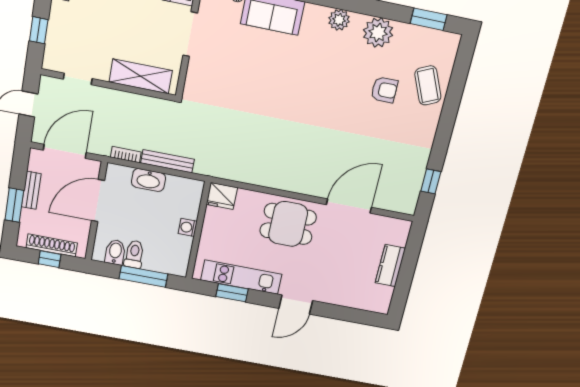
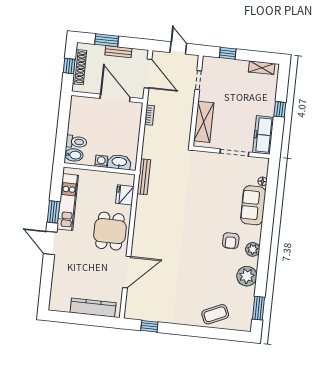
armchair: (384, 90) -> (231, 241), moved
bench: (167, 161) -> (144, 177), moved
washbasin: (148, 180) -> (119, 162), moved, turned 90
fridge: (222, 196) -> (125, 195), moved
door: (349, 206) -> (127, 272), hinge flipped
bidet: (115, 252) -> (74, 155), moved
toilet: (134, 254) -> (76, 142), moved
kitchen counter: (390, 266) -> (93, 308), width x1.50
window: (143, 276) -> (62, 133), removed
window: (232, 293) -> (54, 212), moved

